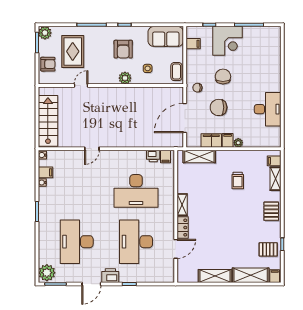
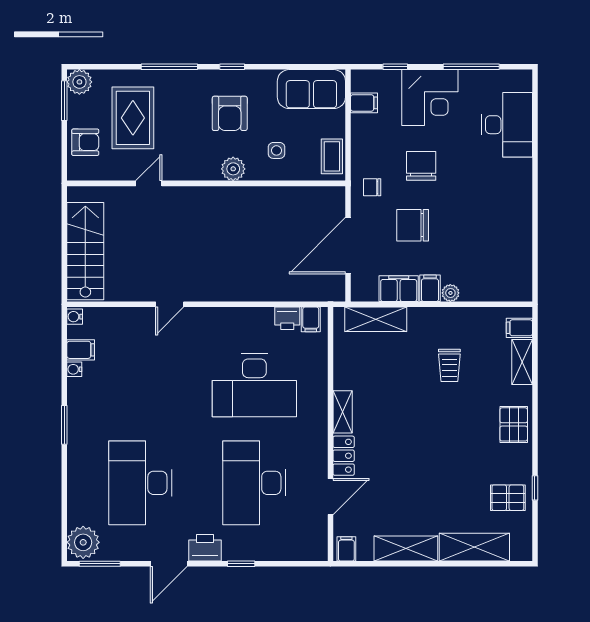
desk: (268, 109) -> (507, 125), moved
filing cabinet: (275, 276) -> (346, 549), moved

